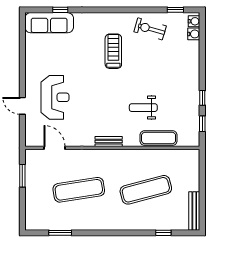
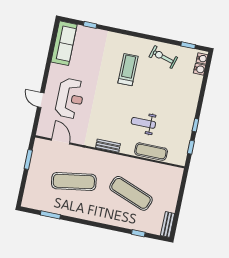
sofa: (49, 23) -> (64, 43), moved, turned -90
exercise mat: (146, 190) -> (131, 193), turned 36
bench: (194, 211) -> (168, 224), width x0.73

